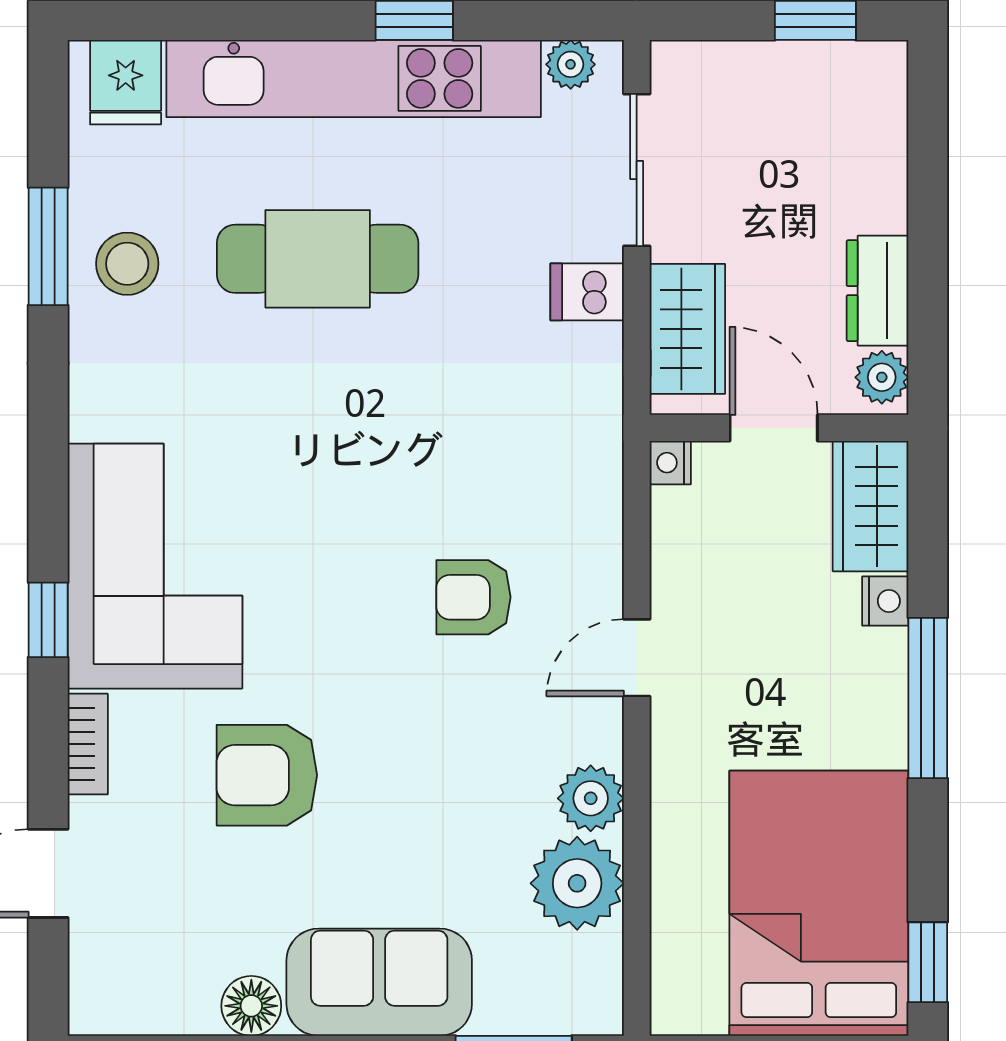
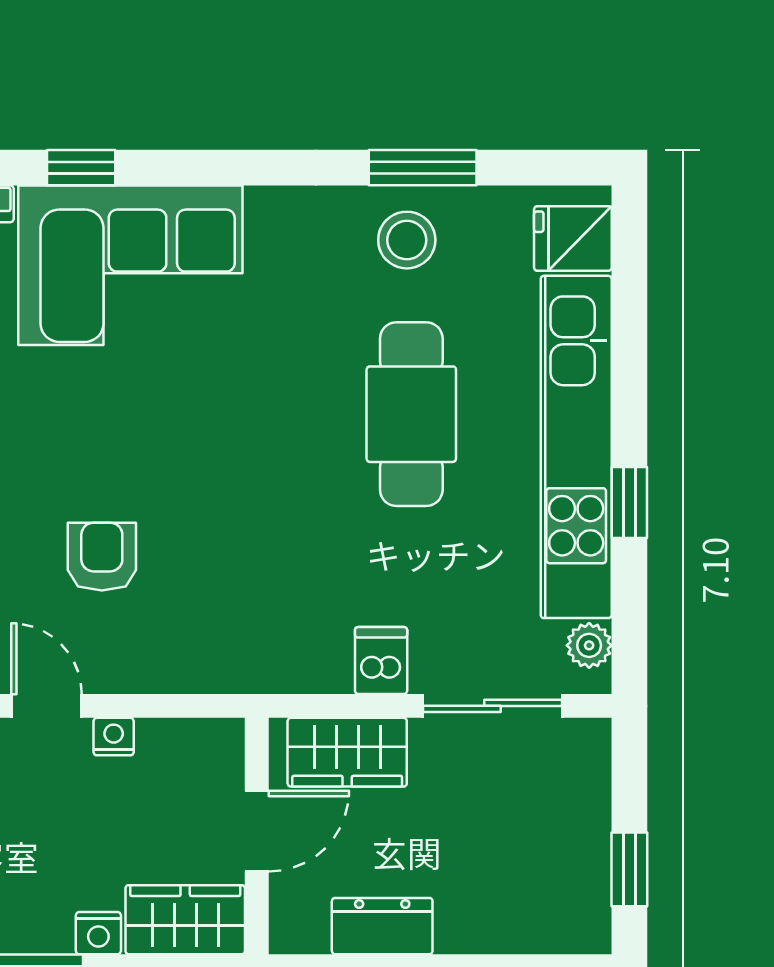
plant: (882, 377) -> (303, 930), removed
nightstand: (670, 463) -> (114, 737), moved

